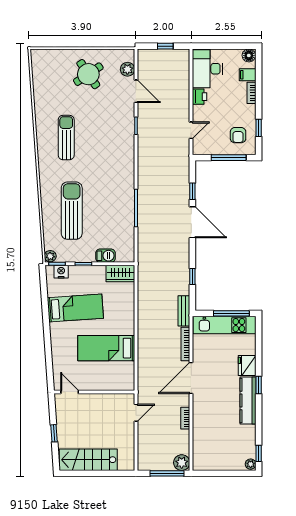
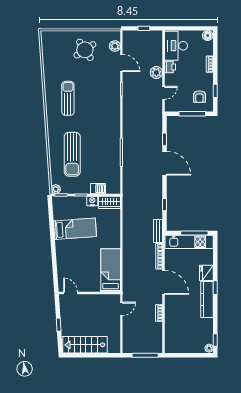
filing cabinet: (248, 75) -> (207, 50), removed
sun lounger: (72, 211) -> (72, 154), turned 180
nightstand: (61, 272) -> (92, 201), moved
bed: (106, 348) -> (111, 270), moved, turned 90
door: (191, 378) -> (164, 282), swing flipped
plant: (182, 463) -> (156, 72), moved

